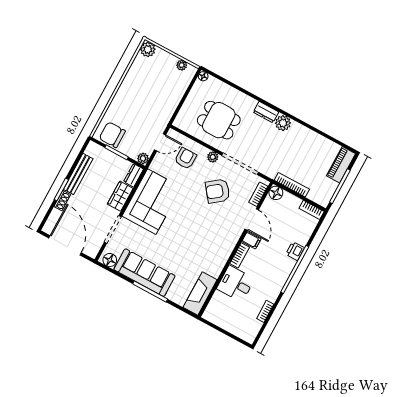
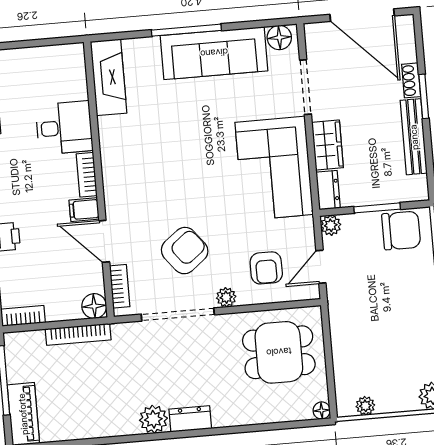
dining table: (219, 120) -> (279, 352), moved

